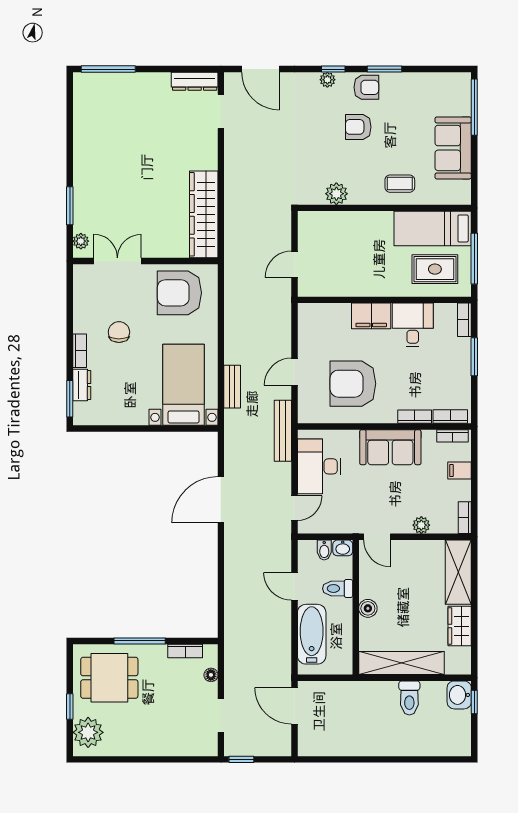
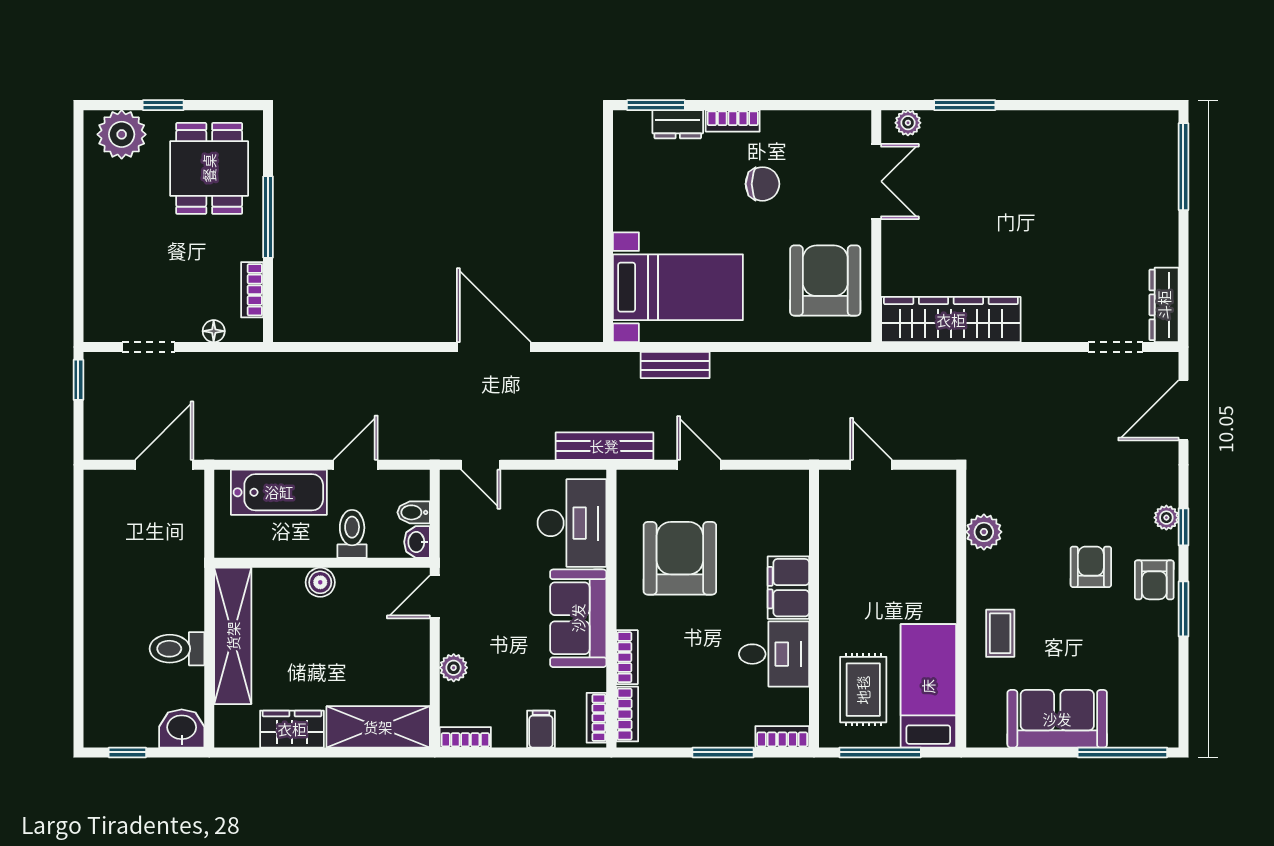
desk: (319, 466) -> (572, 523), moved, turned 90
window: (474, 702) -> (127, 752), moved

